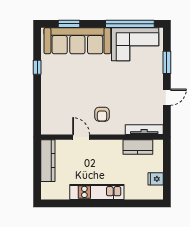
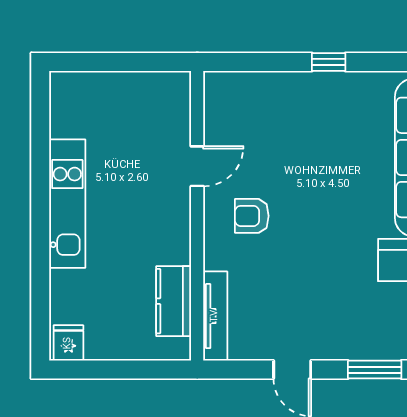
window: (37, 67) -> (329, 62), moved
kitchen counter: (48, 161) -> (142, 87), removed
fridge: (156, 179) -> (68, 343), moved

